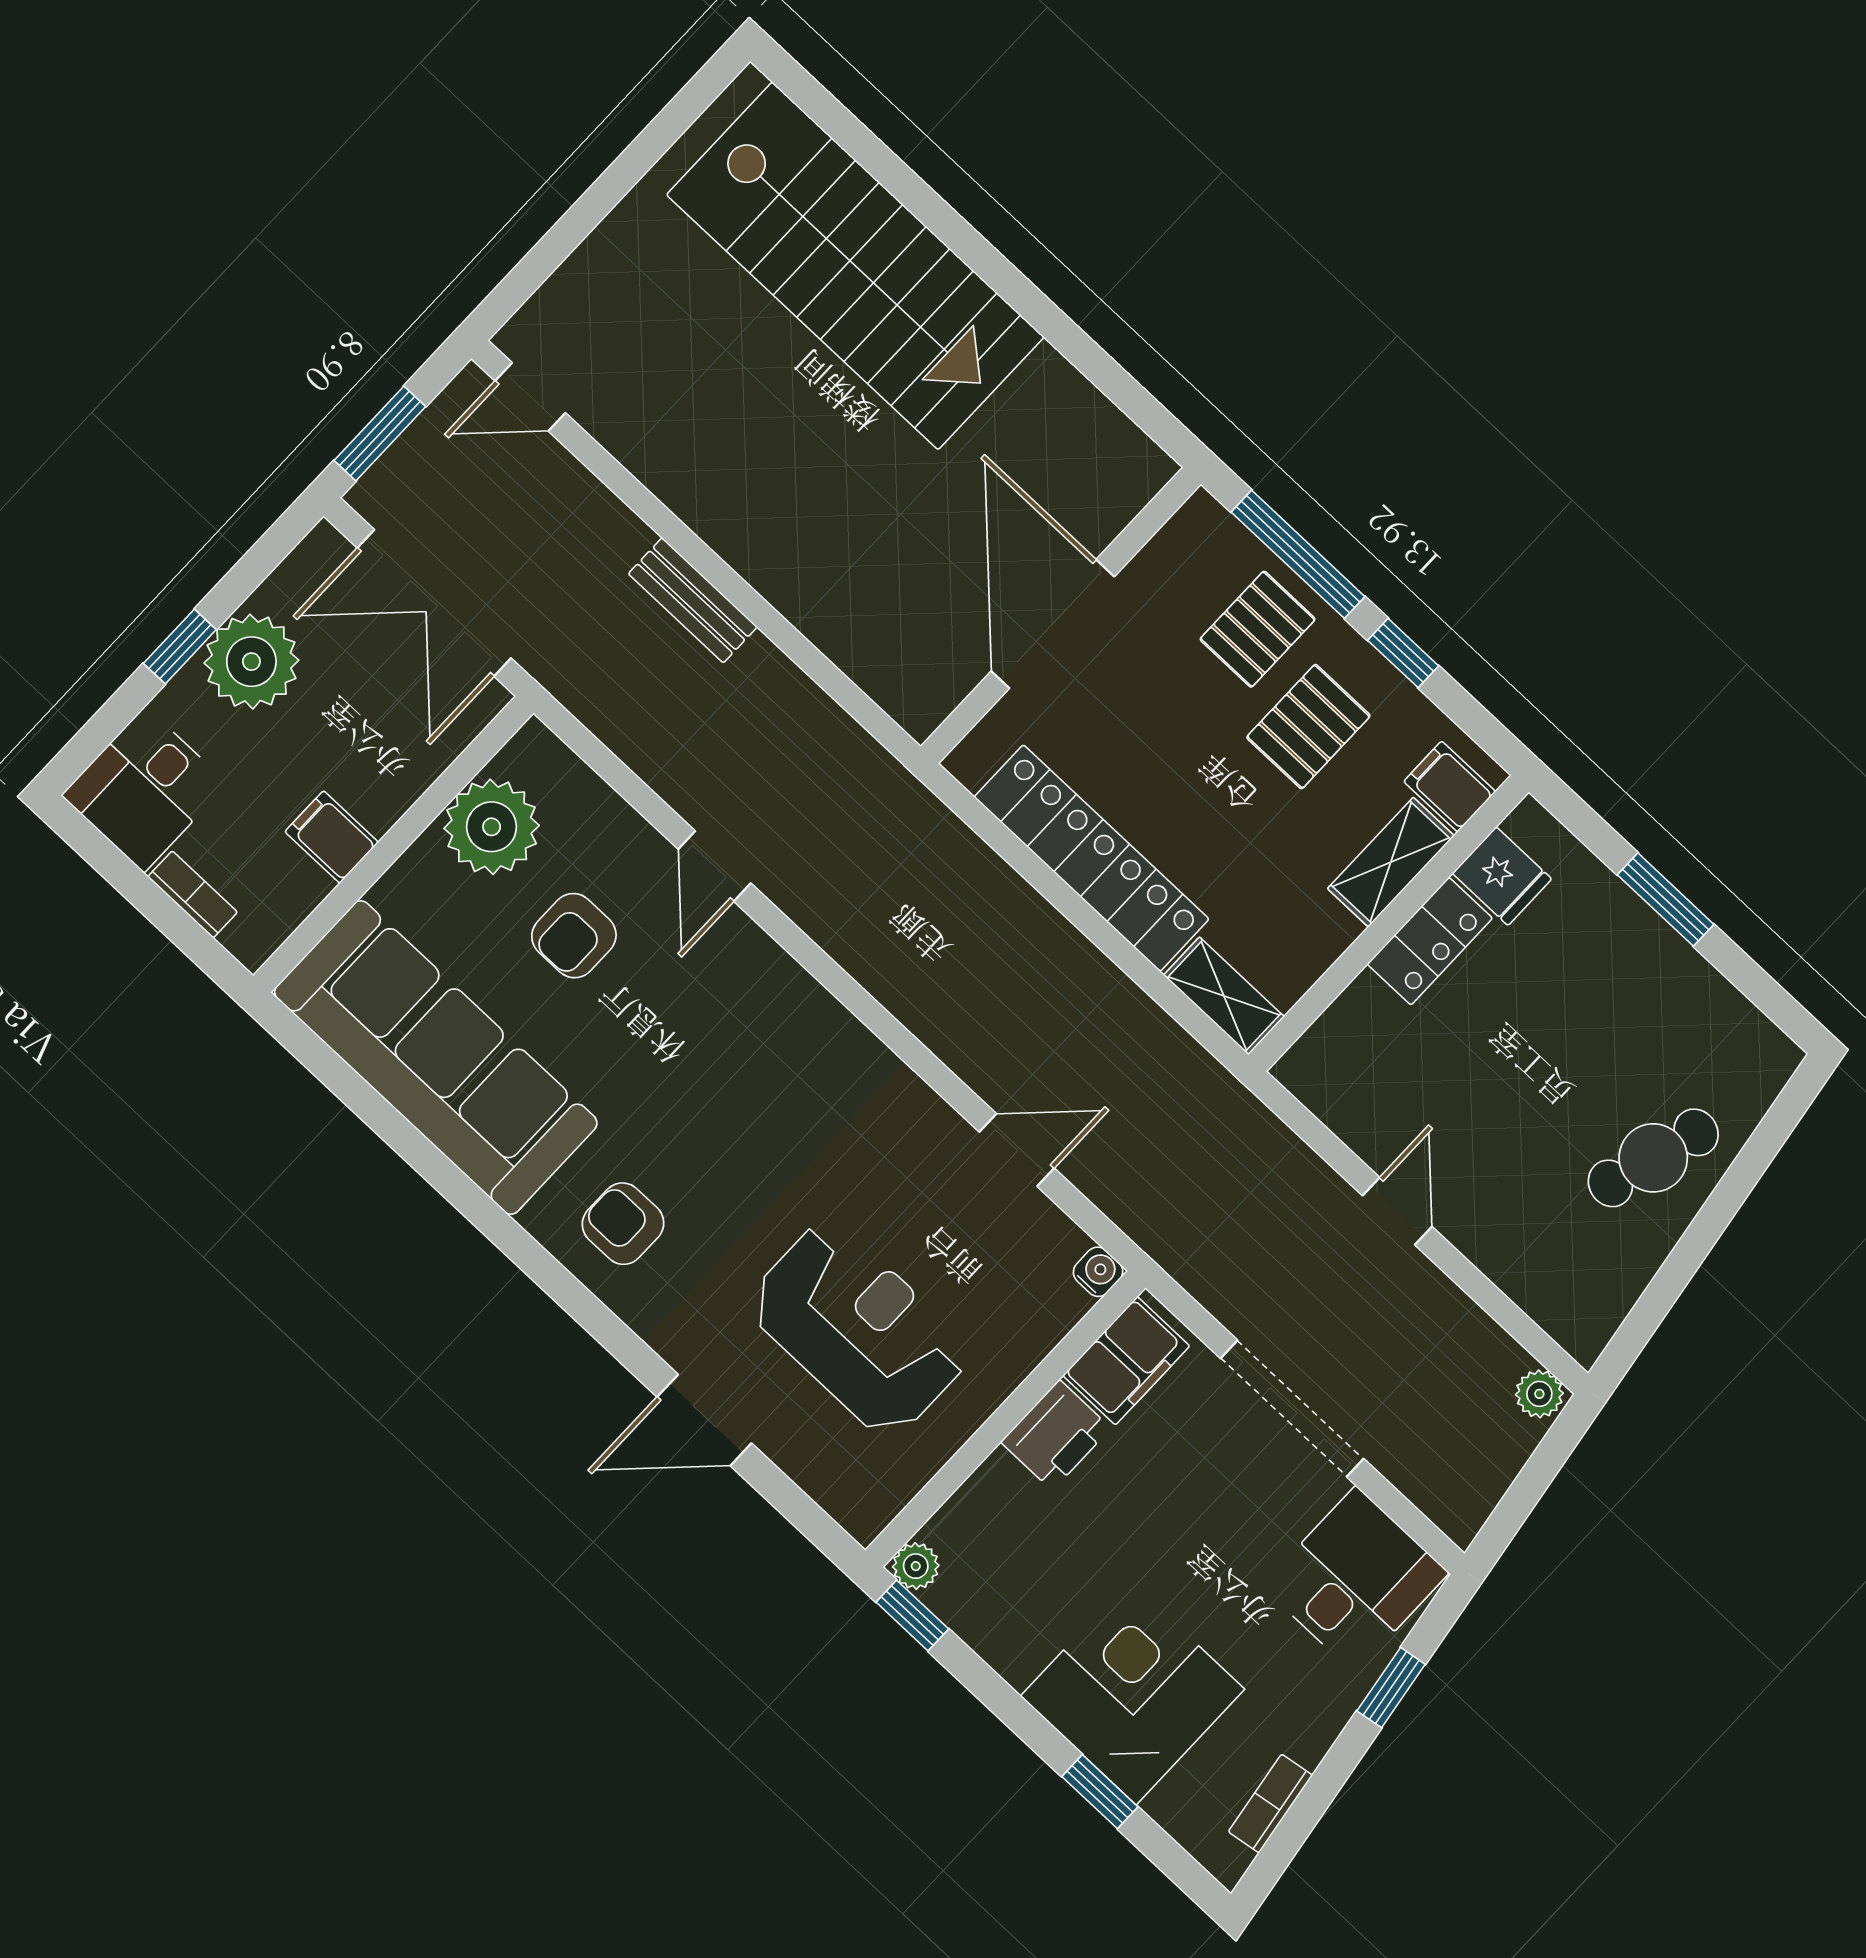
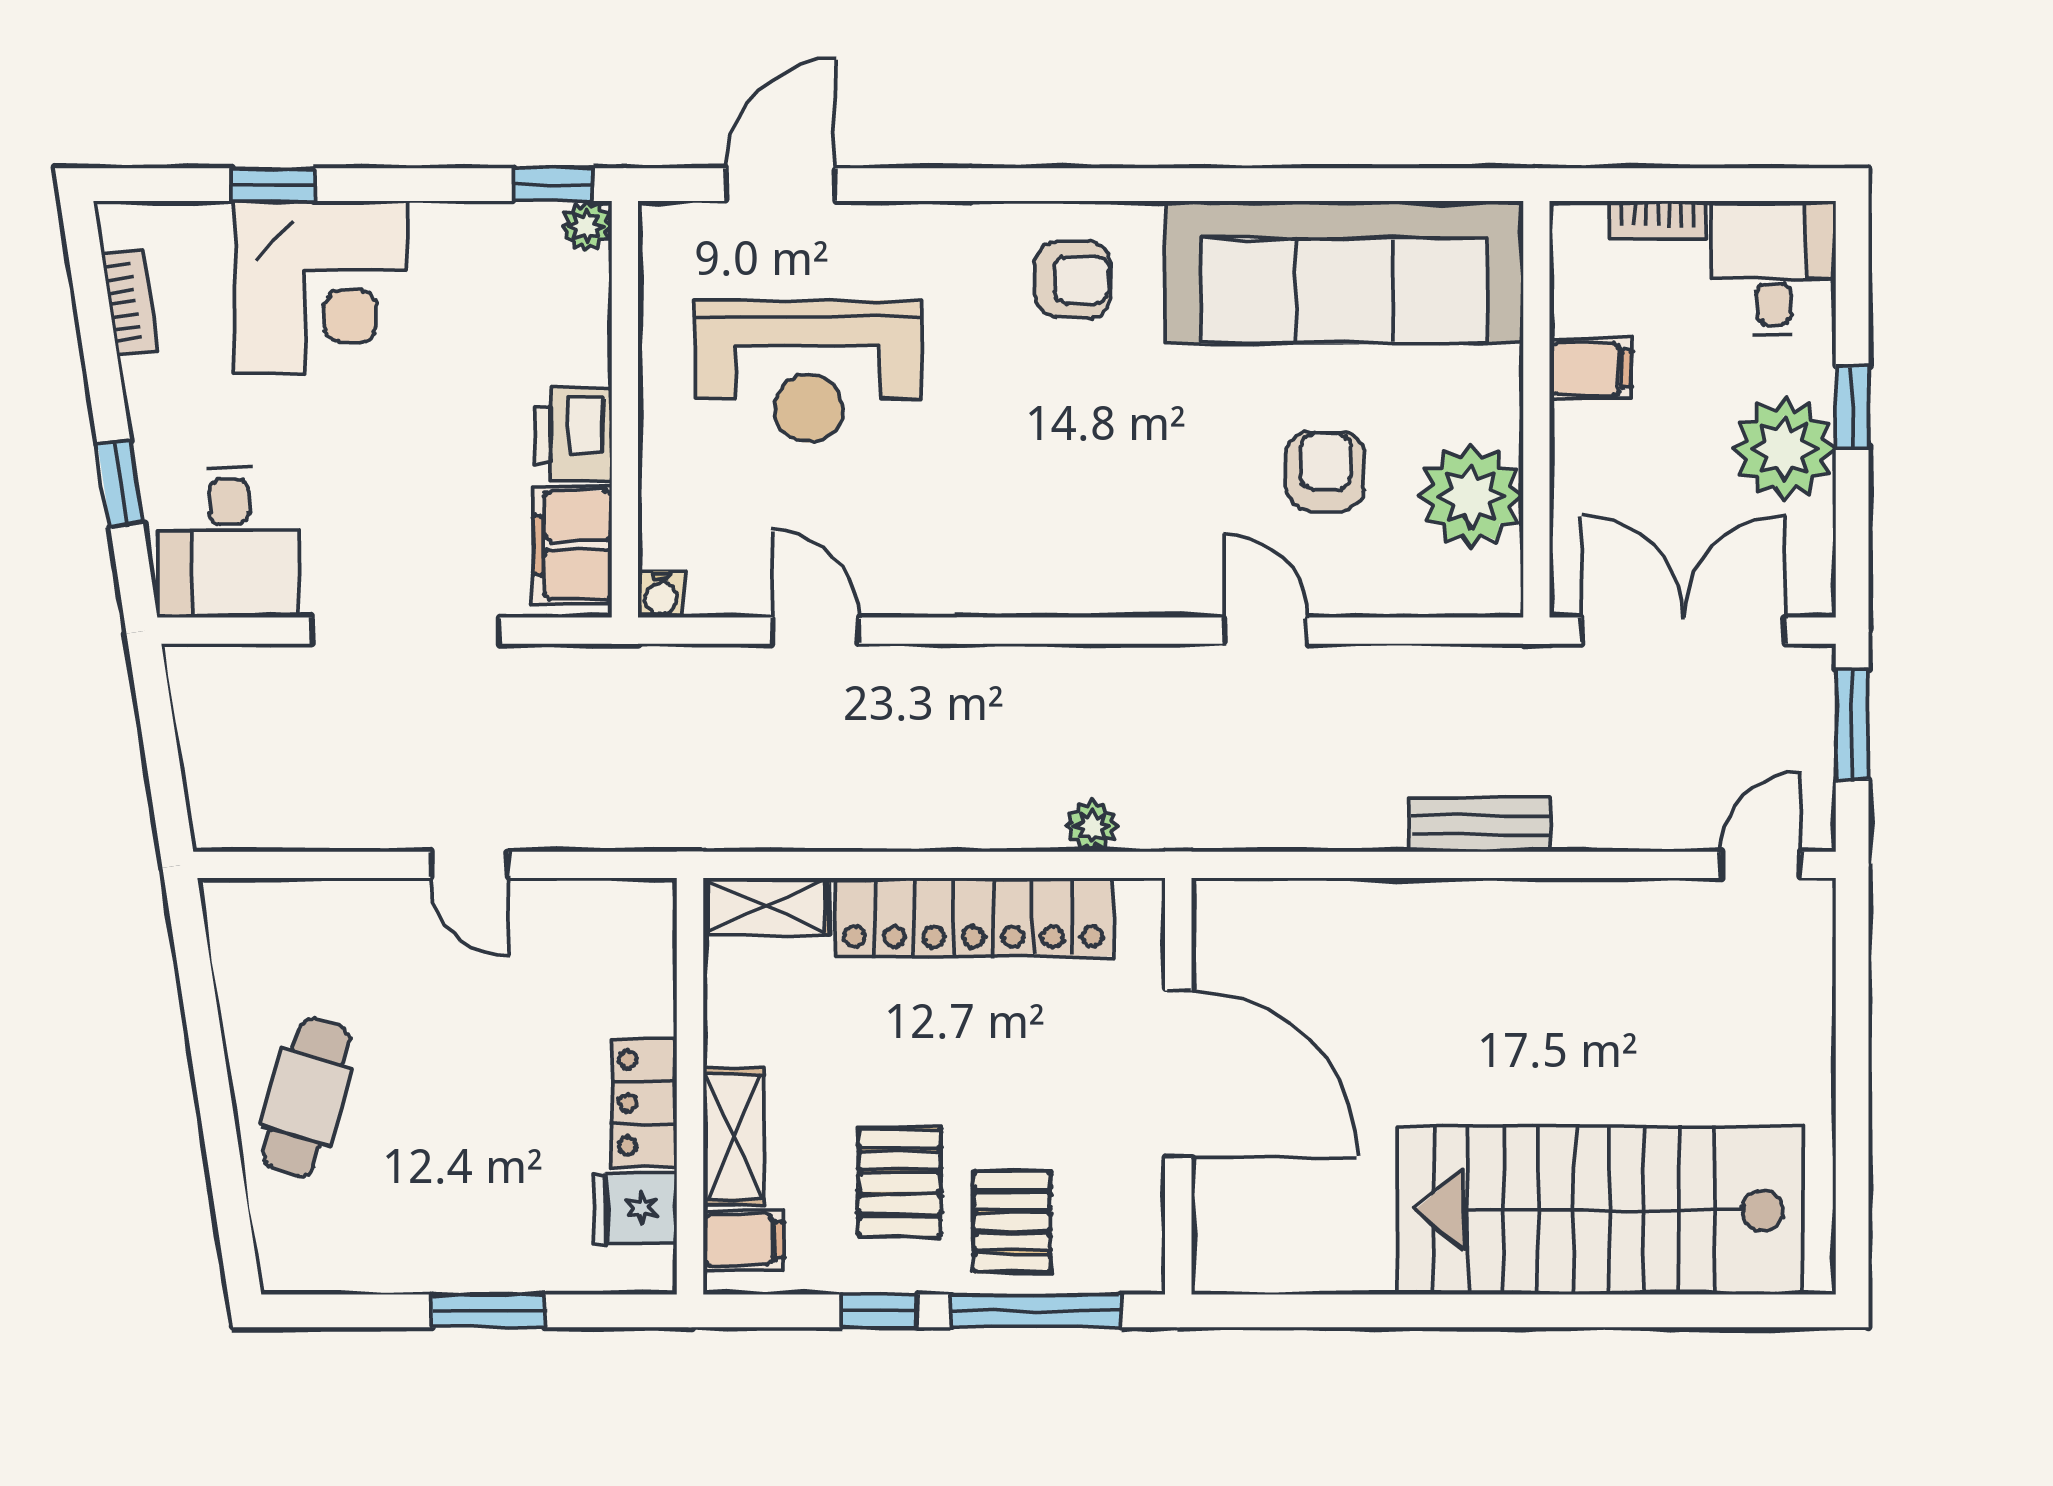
door: (1017, 1150) -> (816, 631), swing flipped
plant: (1539, 1394) -> (1092, 826), moved
door: (704, 1420) -> (781, 185), moved

